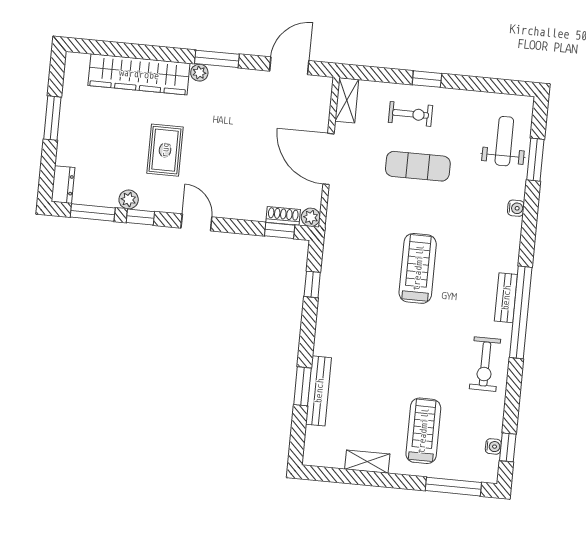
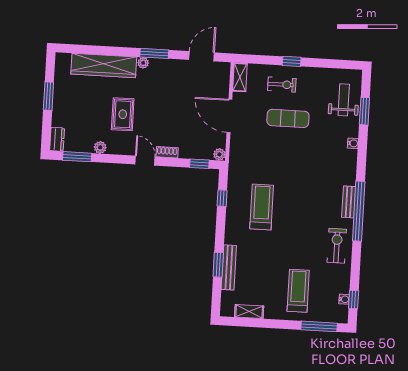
shoe rack: (283, 216) -> (167, 152), moved
window: (140, 217) -> (108, 158), removed
treadmill: (418, 268) -> (262, 207), moved
exercise bike: (485, 364) -> (337, 246), turned 180
shelving: (367, 462) -> (249, 312), moved

